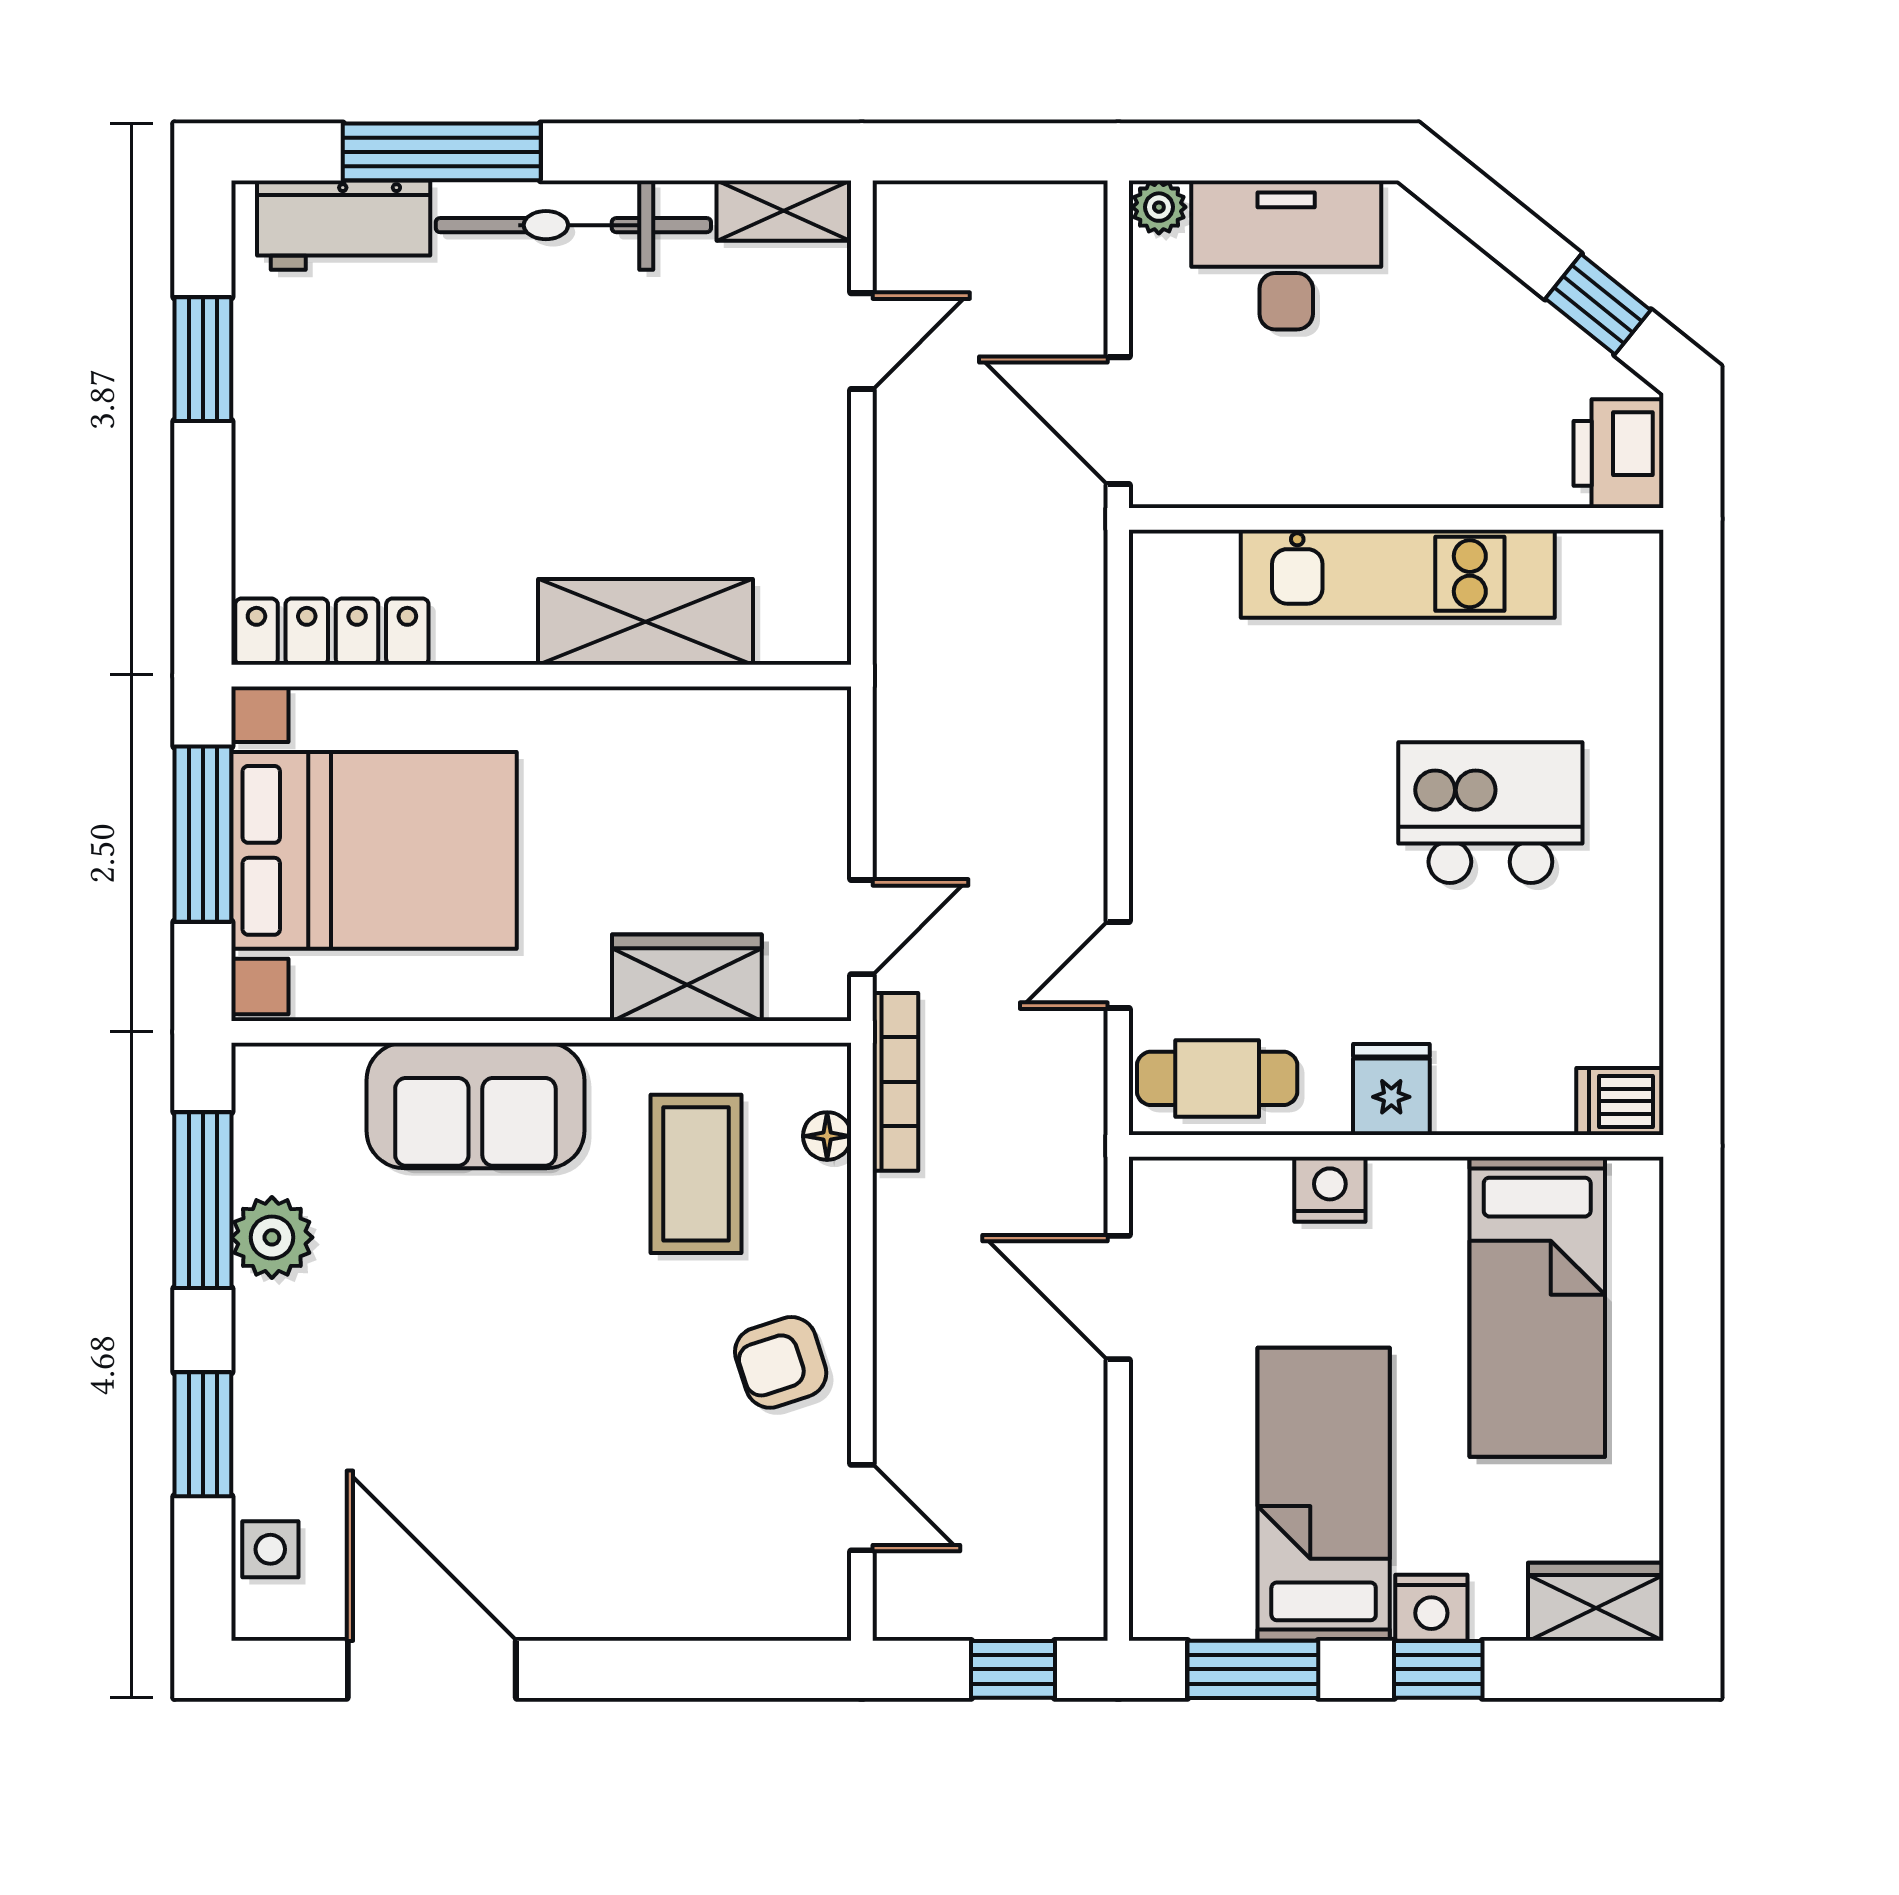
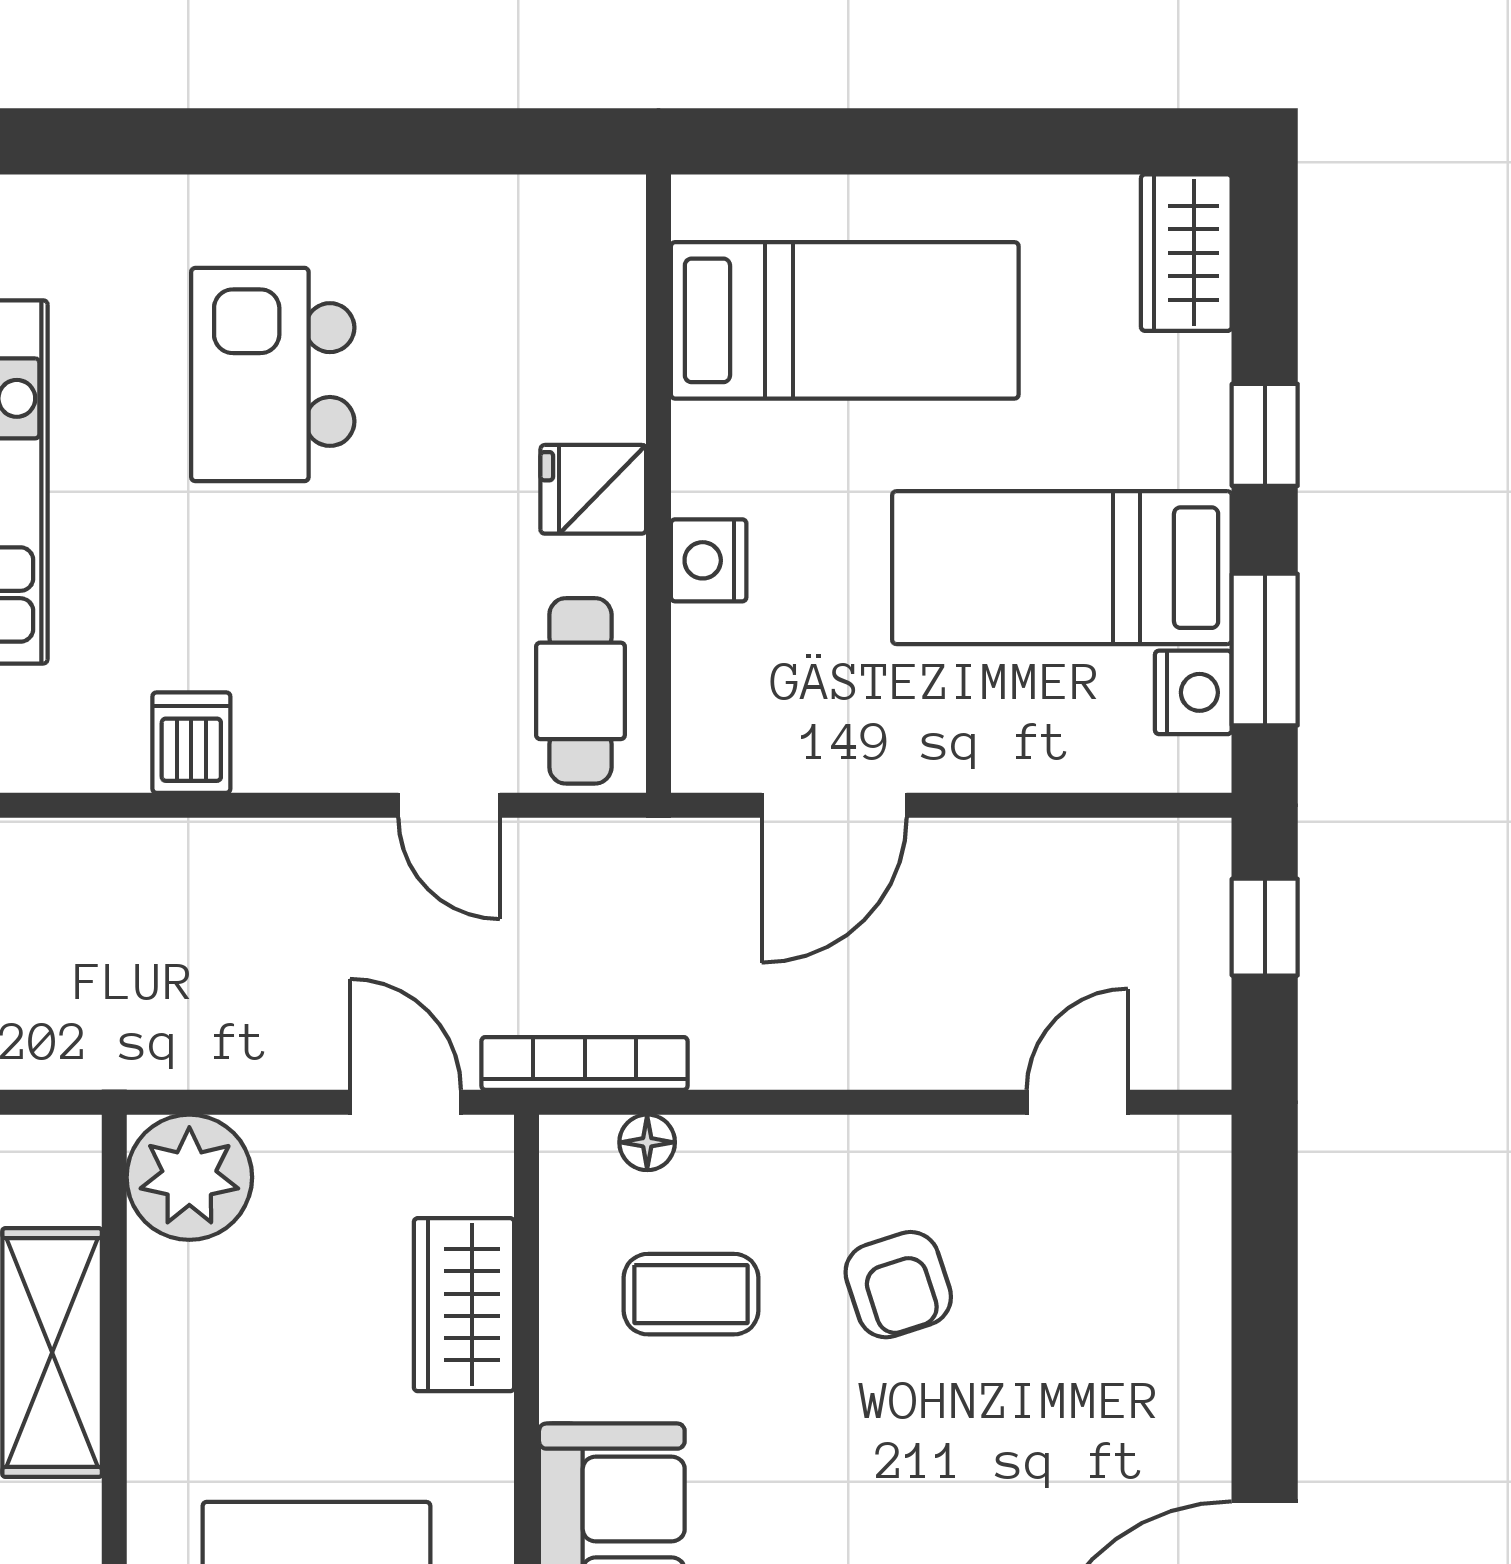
plant: (797, 740) -> (189, 1177), added
dishwasher: (1620, 1101) -> (191, 743), moved, turned 180
coffee table: (696, 1174) -> (691, 1294), width x0.73, depth x0.77
armchair: (781, 1362) -> (898, 1285), moved
nightstand: (1431, 1608) -> (1193, 692), moved

